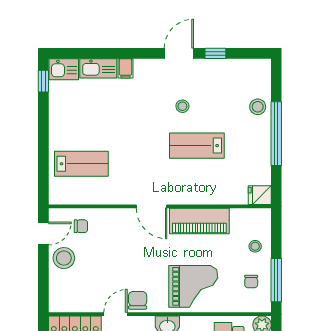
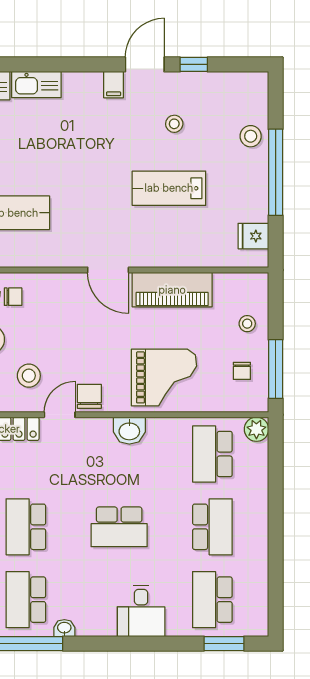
filing cabinet: (125, 68) -> (114, 85), moved
stool: (182, 106) -> (174, 124), moved
fridge: (260, 195) -> (253, 236), moved
stool: (93, 285) -> (29, 376), added

